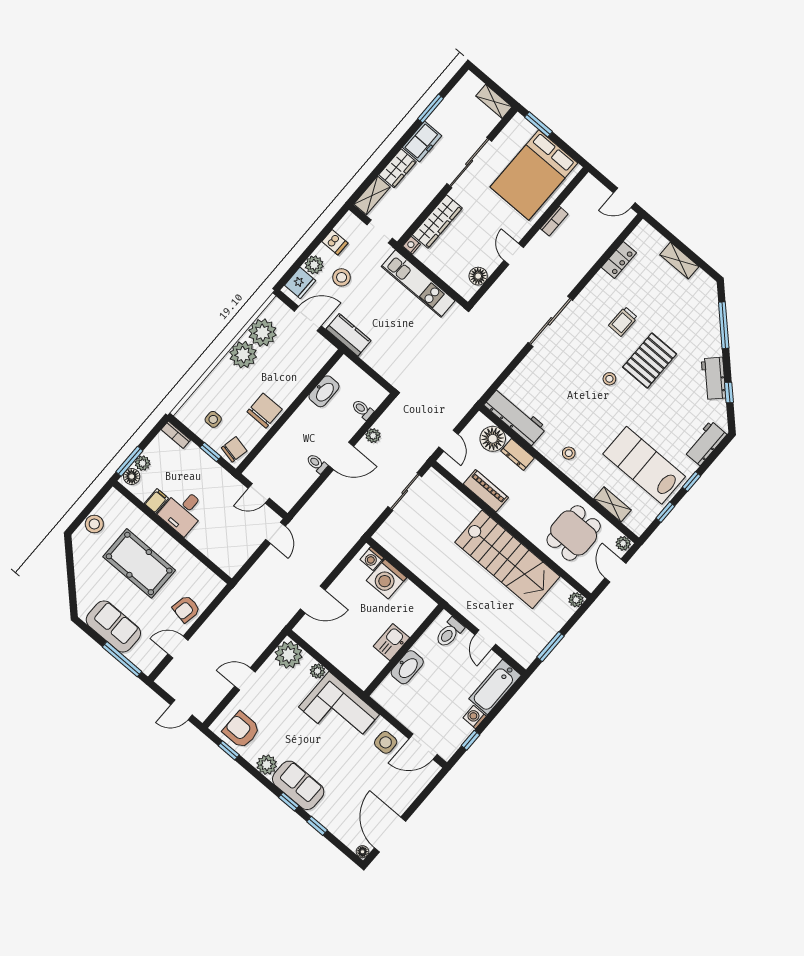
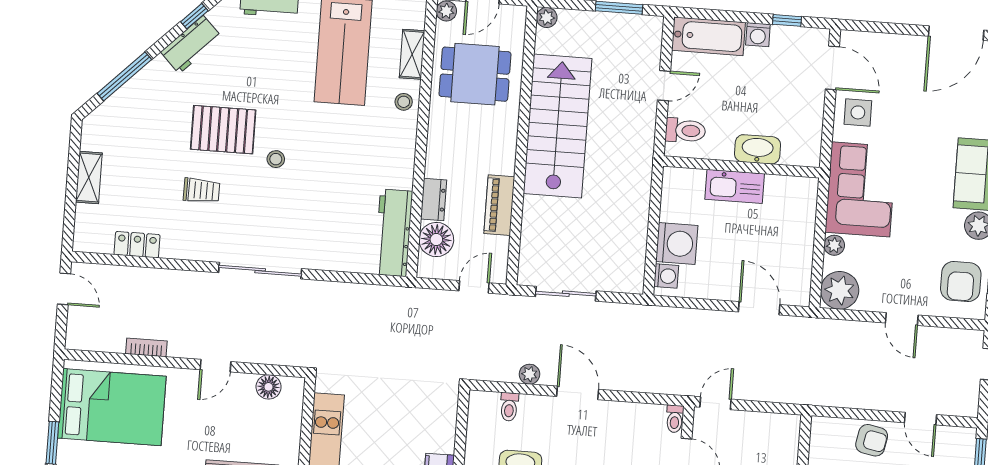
stool: (569, 453) -> (404, 102), moved
toilet: (317, 463) -> (675, 419), moved
kitchen sink: (391, 642) -> (735, 186), width x1.38

